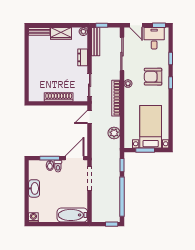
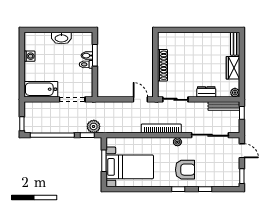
door: (136, 25) -> (242, 151), swing flipped
desk: (154, 38) -> (228, 171), removed
armchair: (153, 77) -> (185, 170), turned 90
plant: (114, 133) -> (94, 126), moved
door: (75, 158) -> (95, 83), removed
bathtub: (72, 215) -> (41, 89), moved, turned -90
washing machine: (33, 217) -> (29, 56), moved

